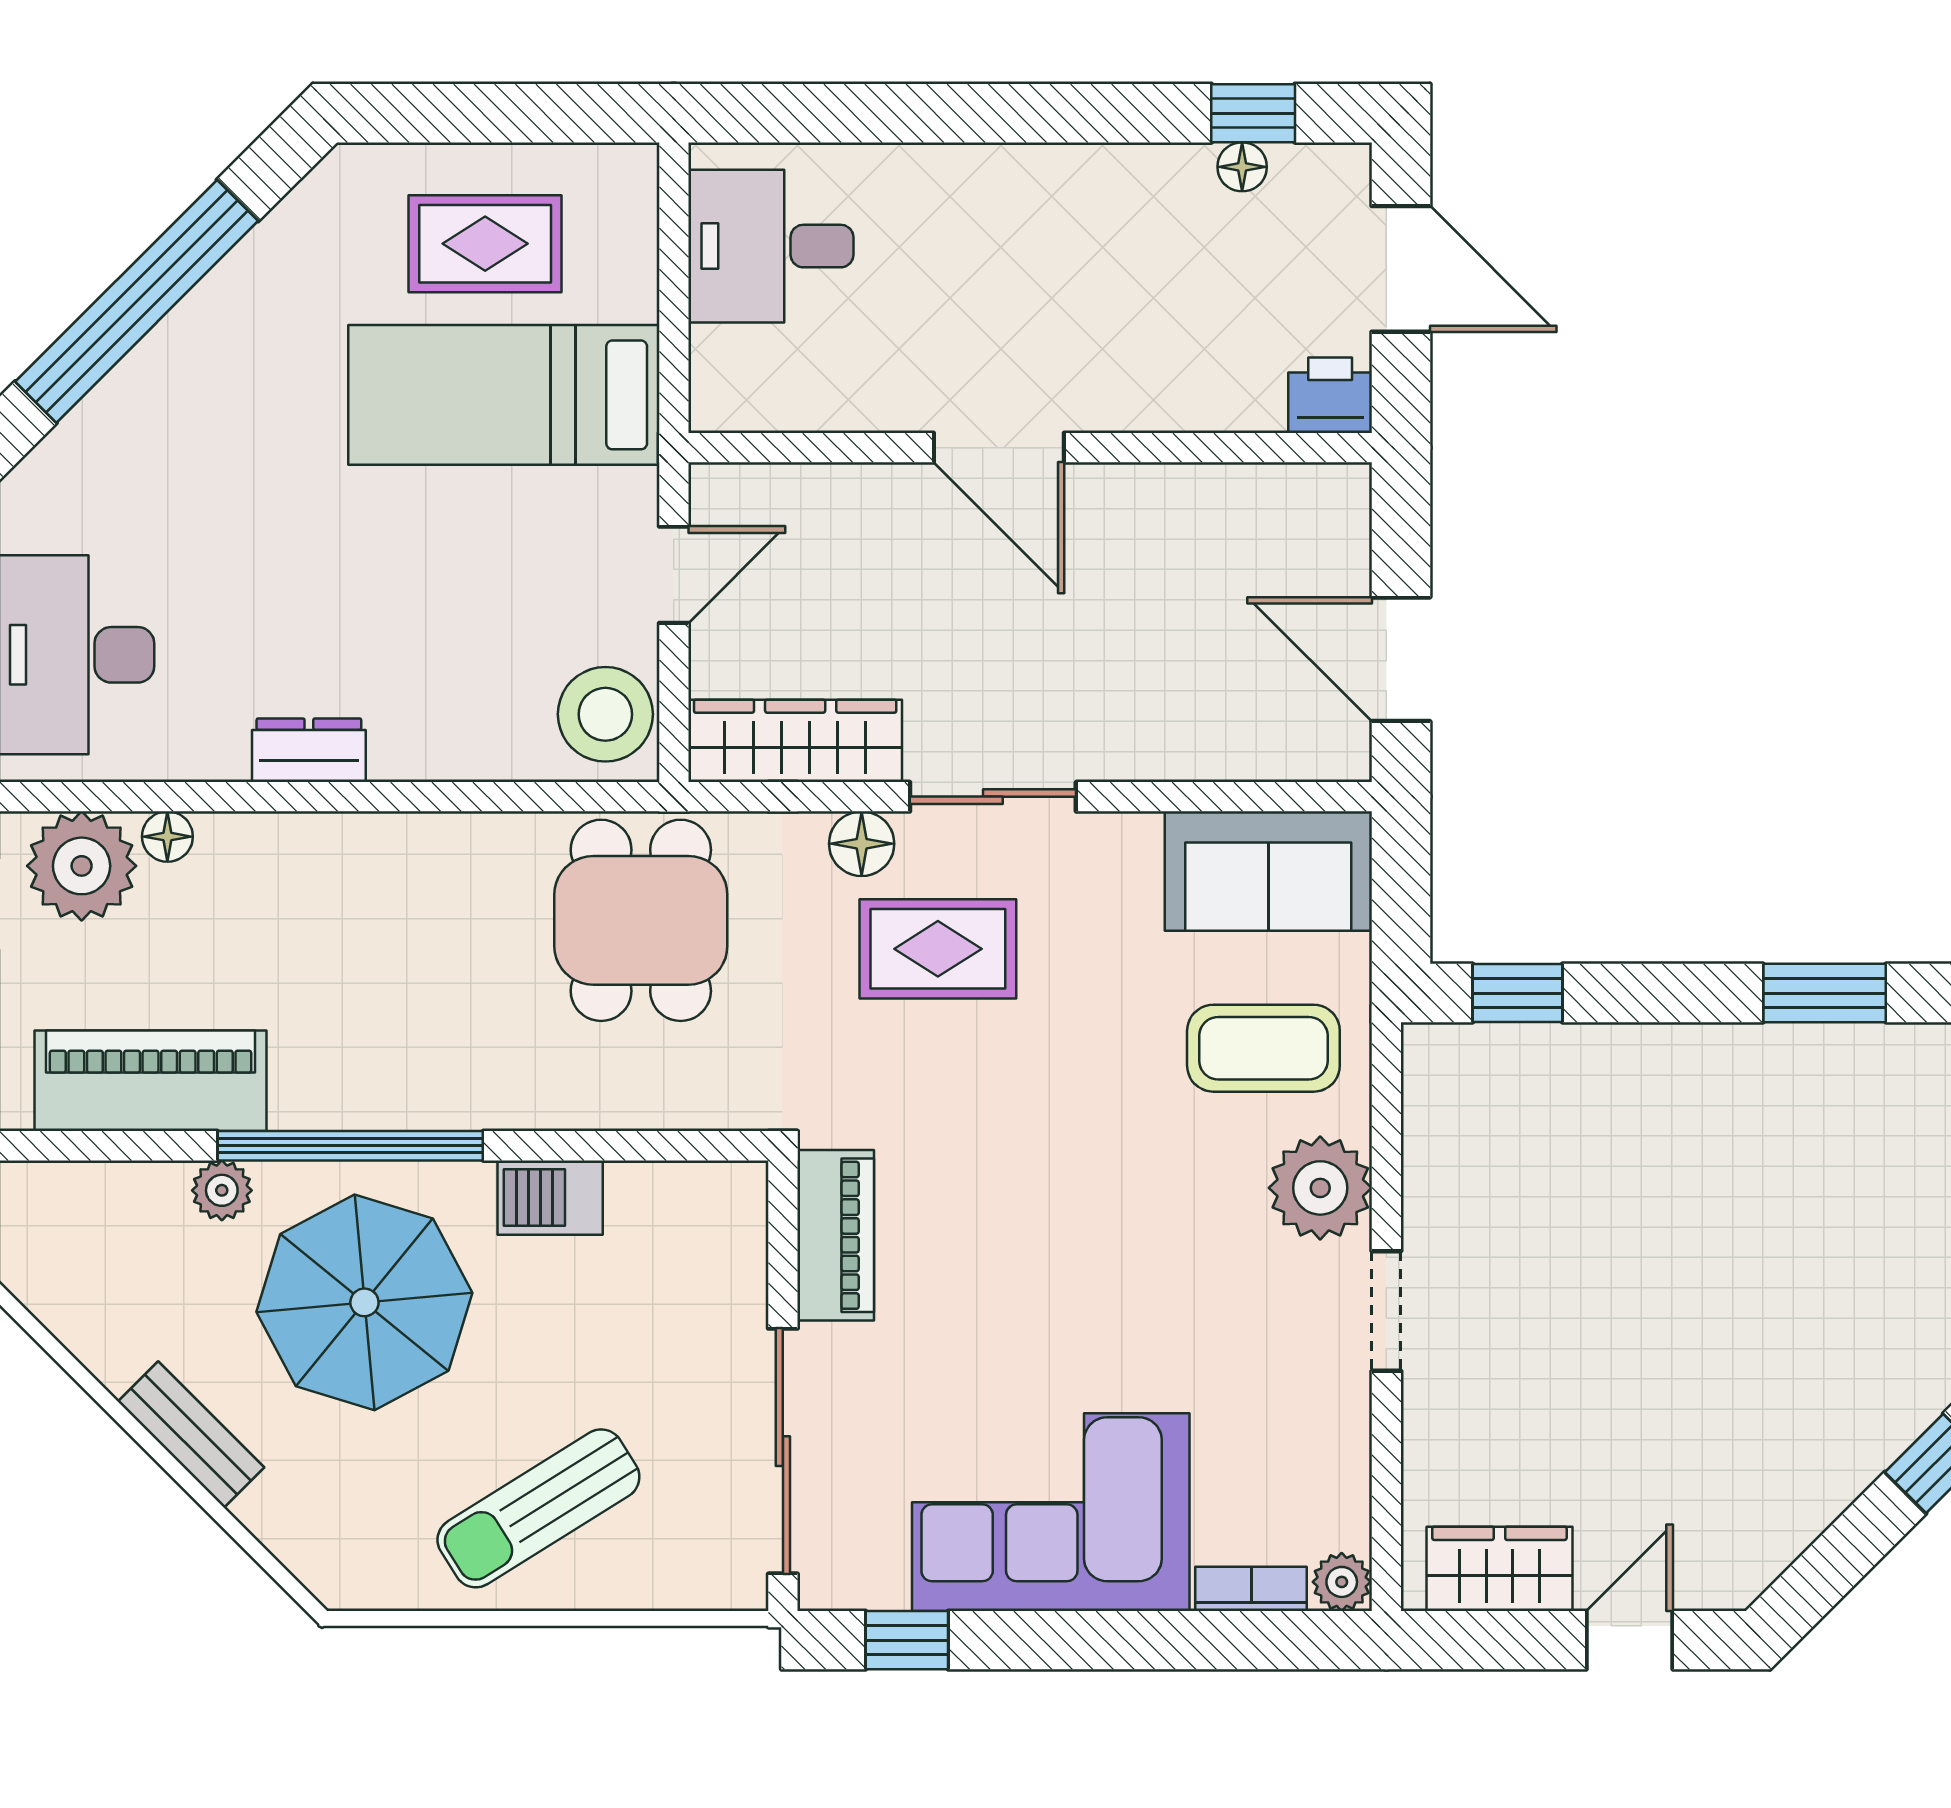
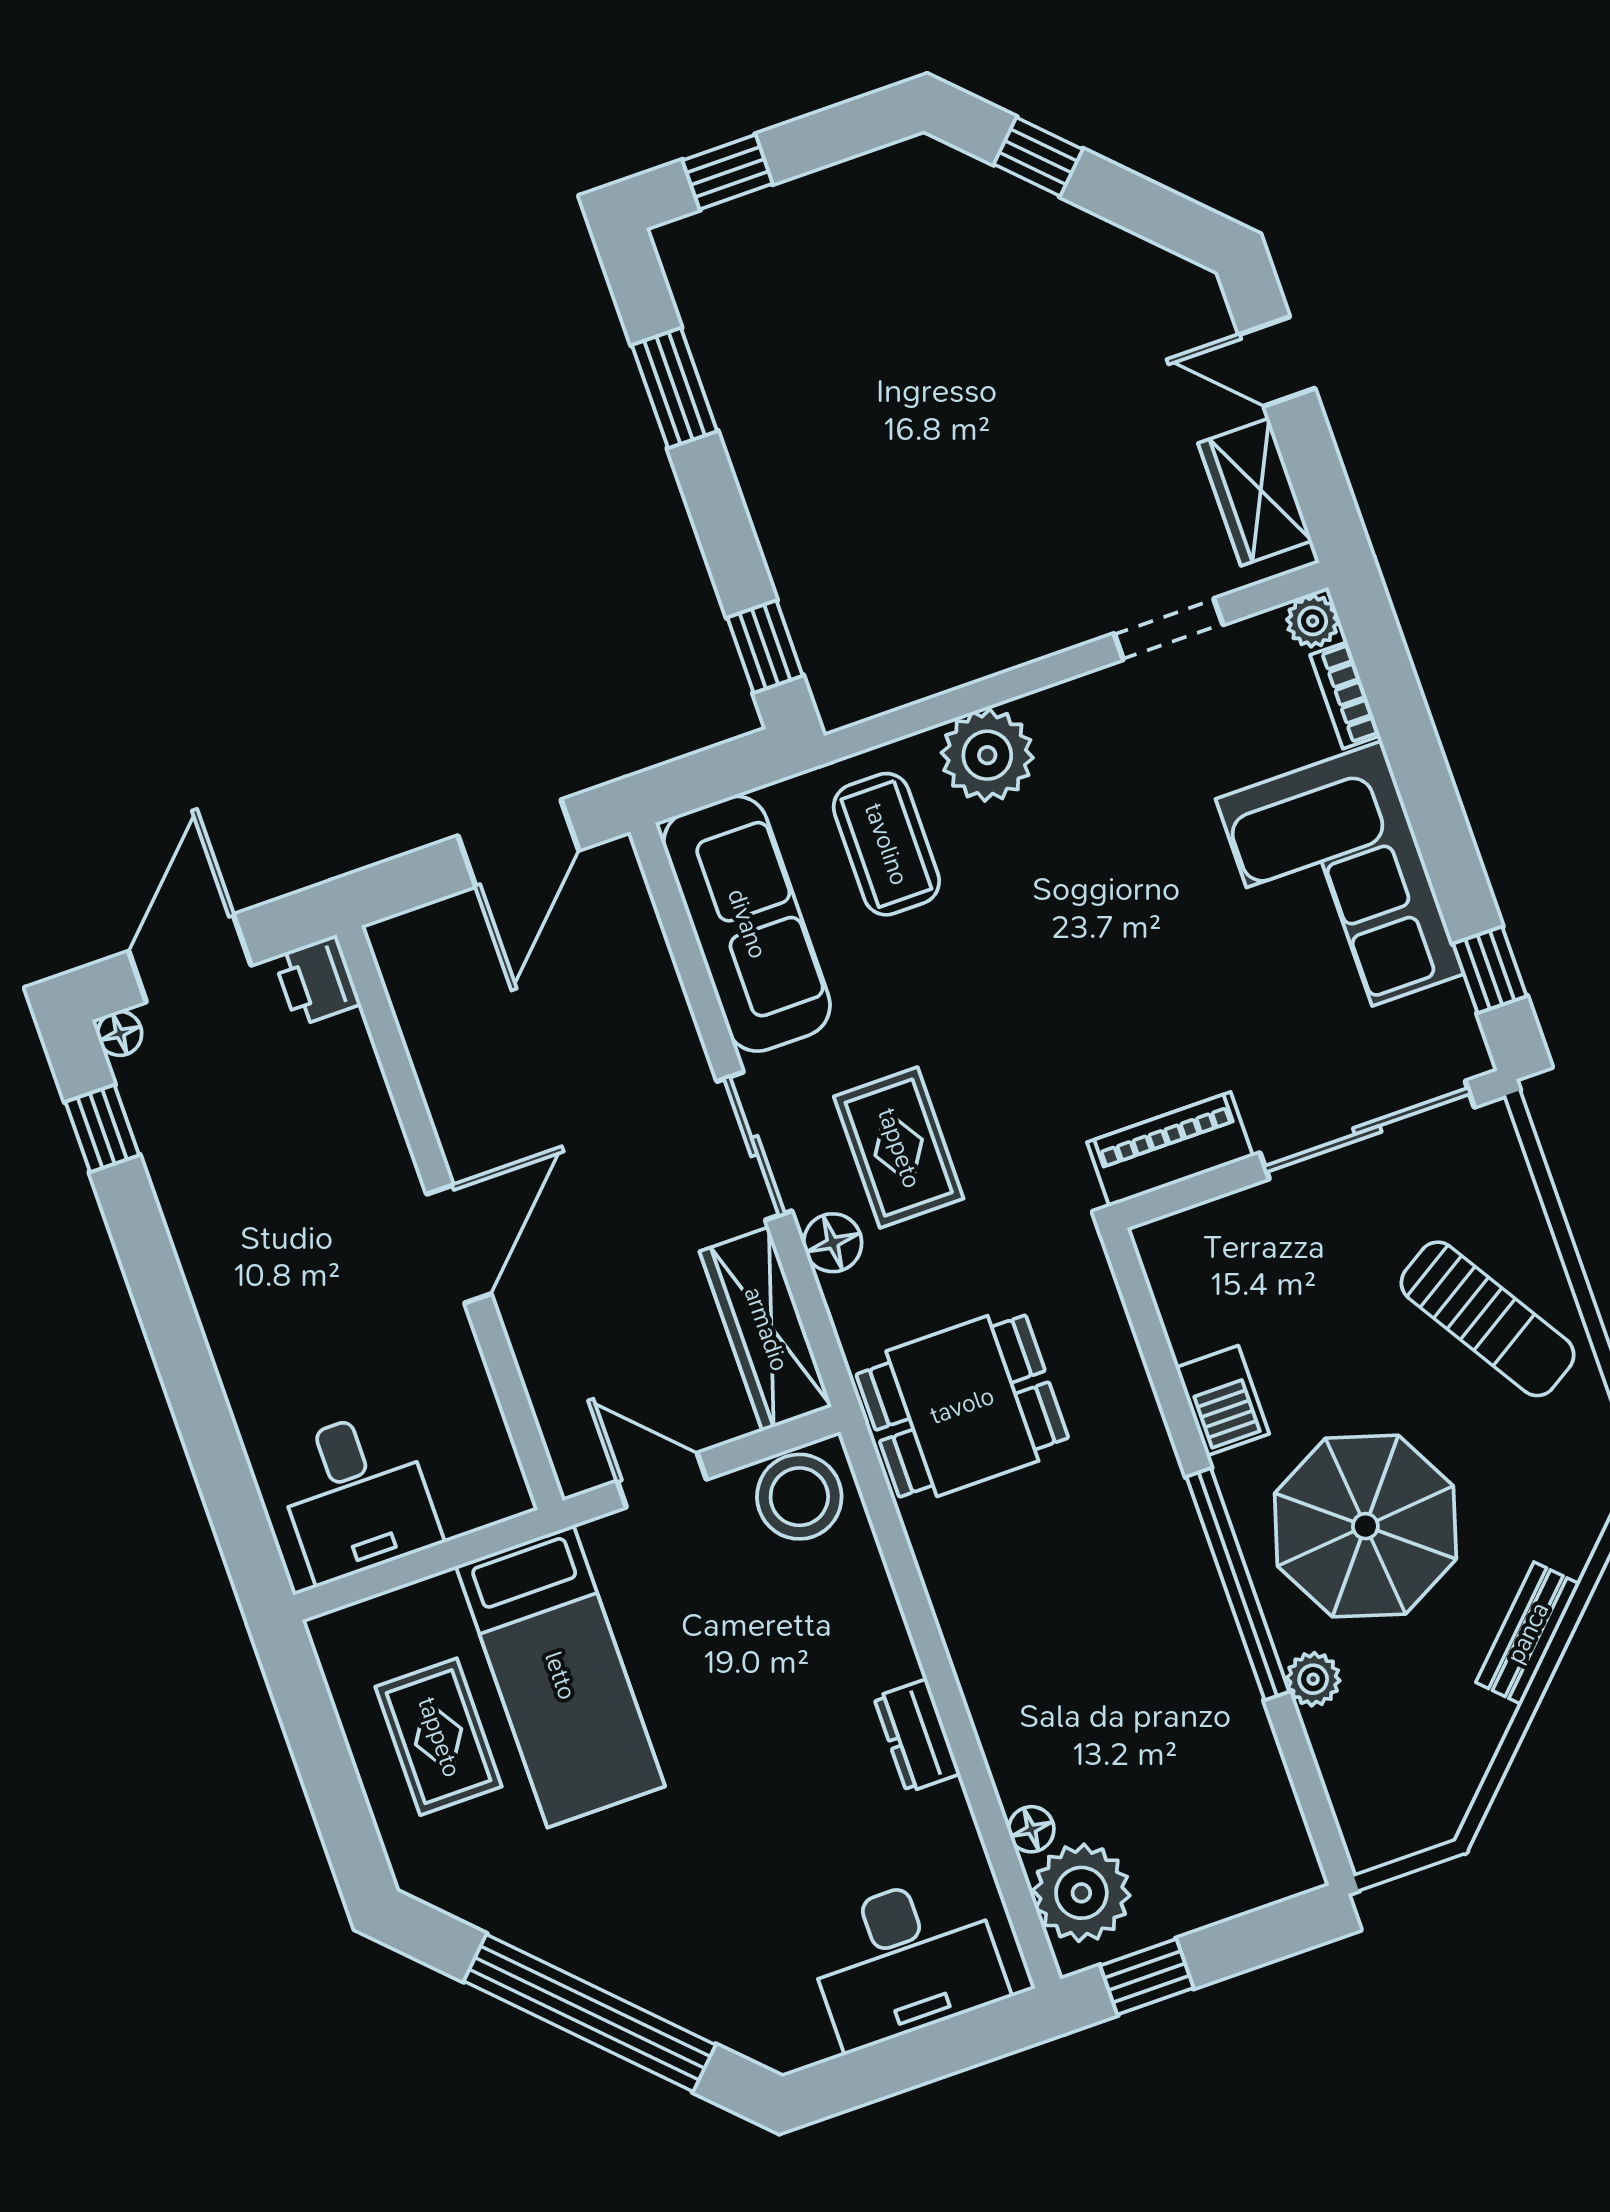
floor lamp: (1242, 167) -> (120, 1033), moved
sofa: (1268, 871) -> (747, 924), width x1.36
piano: (151, 1081) -> (1242, 1771), removed
doorway: (1386, 1311) -> (1169, 629), moved

